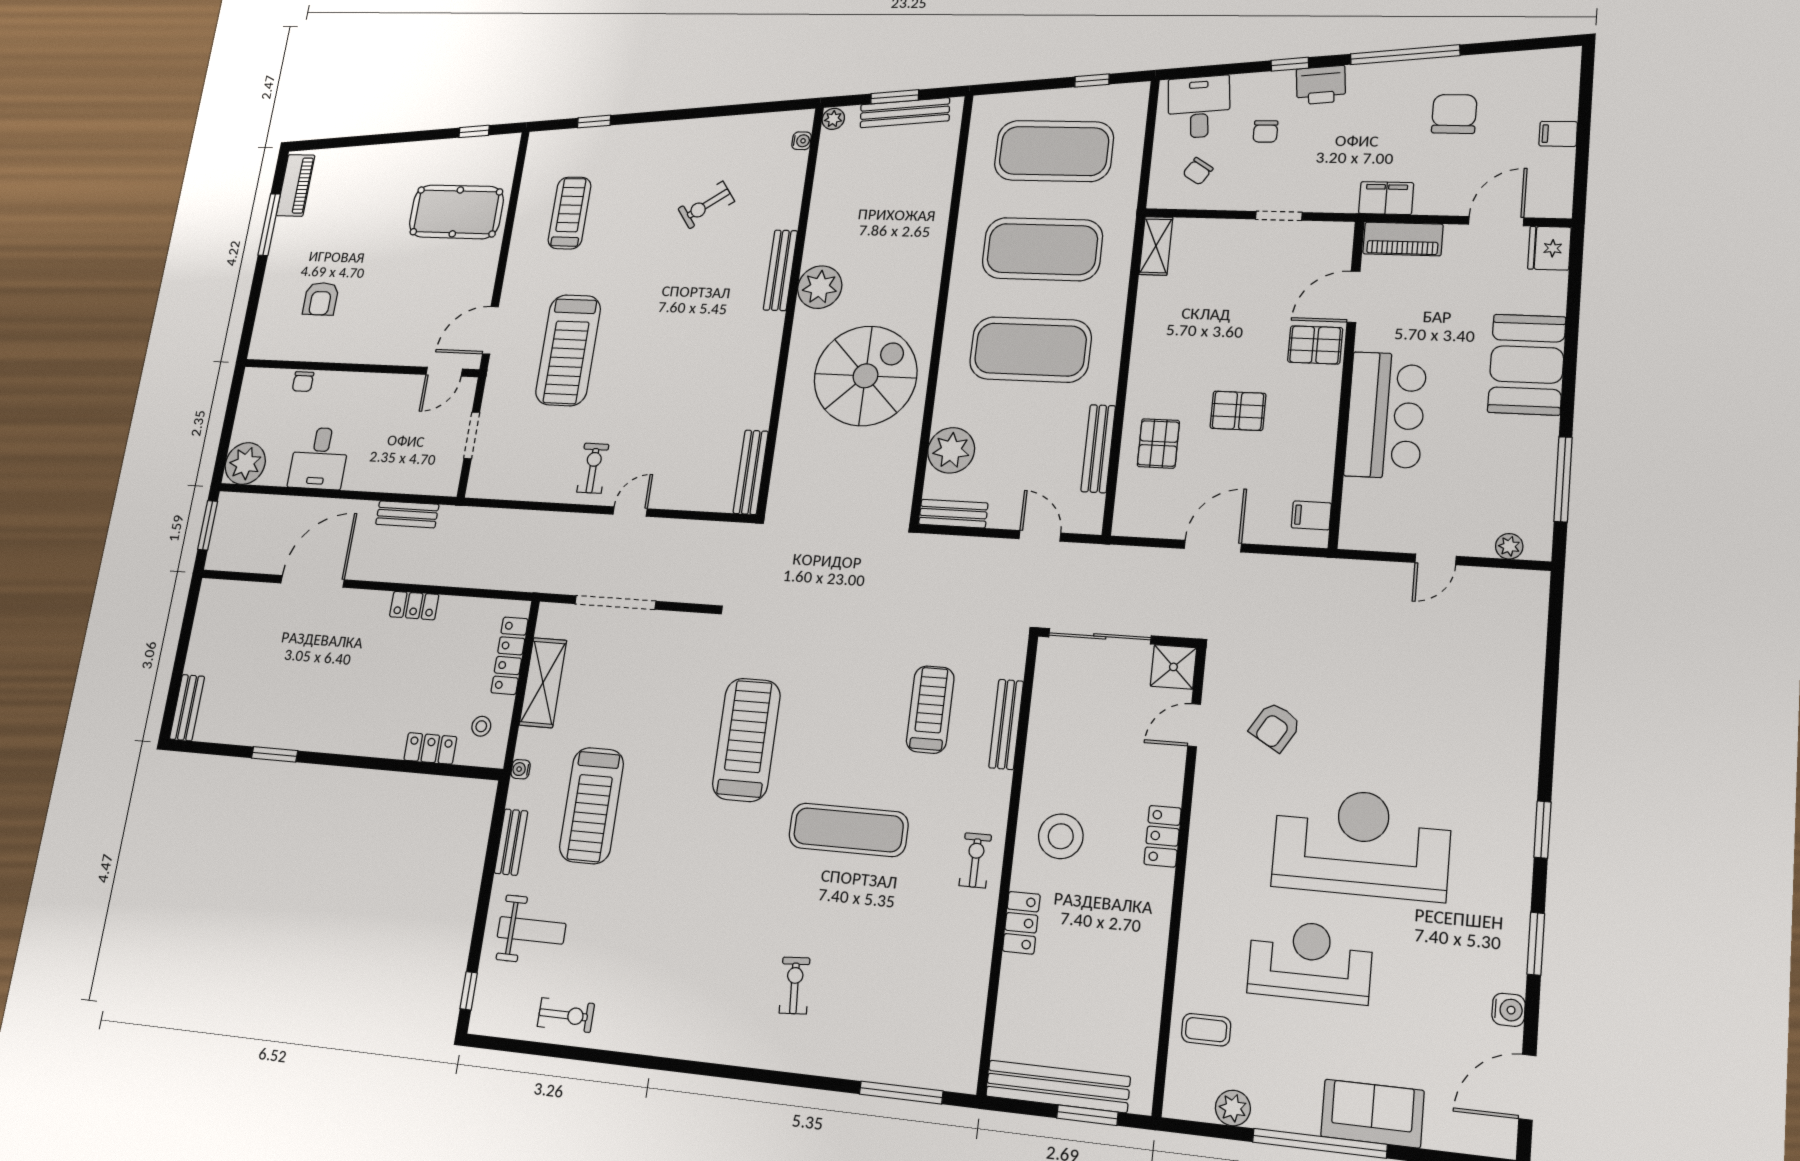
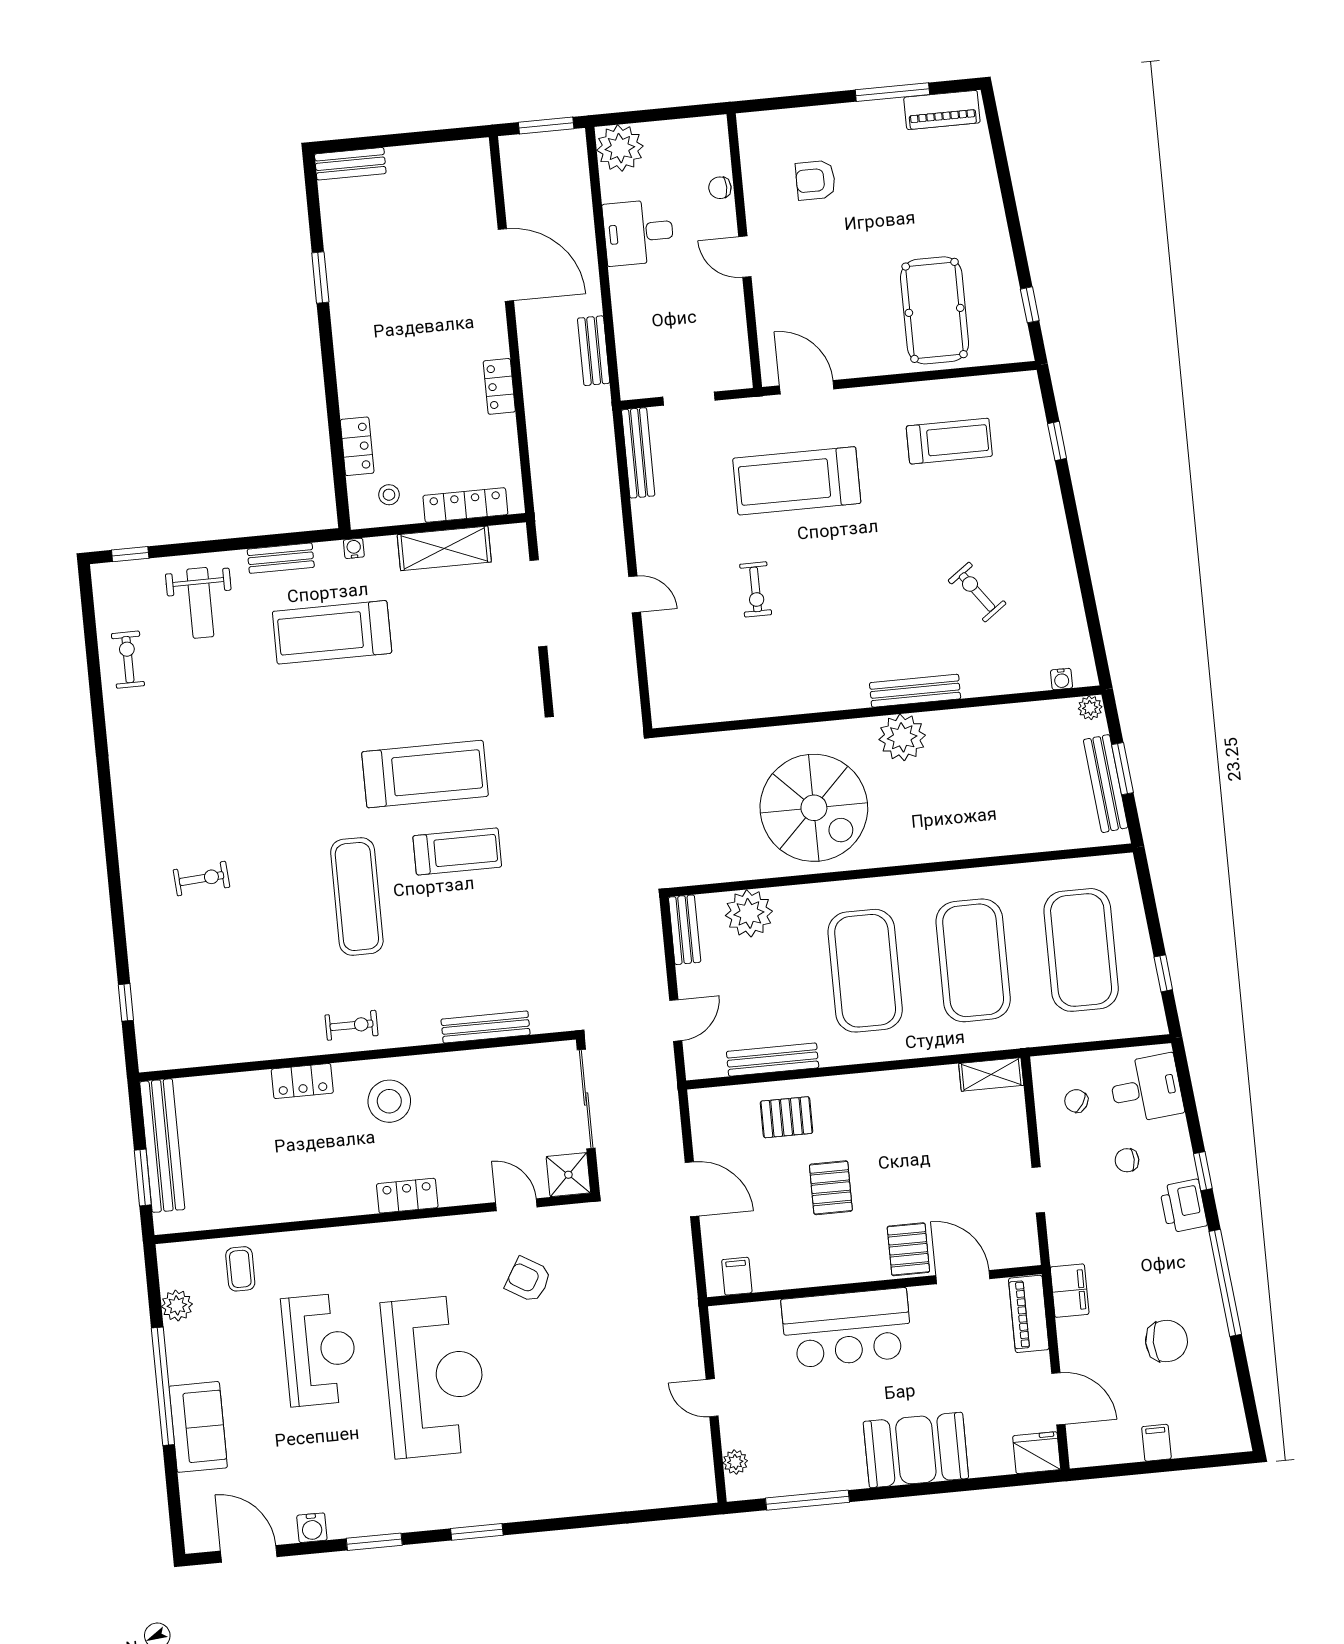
door: (444, 372) -> (745, 257), moved
exercise bike: (593, 468) -> (756, 589), moved, turned 90
bench: (751, 472) -> (638, 453), moved, turned 90
treadmill: (930, 710) -> (457, 851), moved
exercise bike: (566, 1015) -> (128, 660), turned 180
window: (901, 1093) -> (126, 1002), width x0.46

